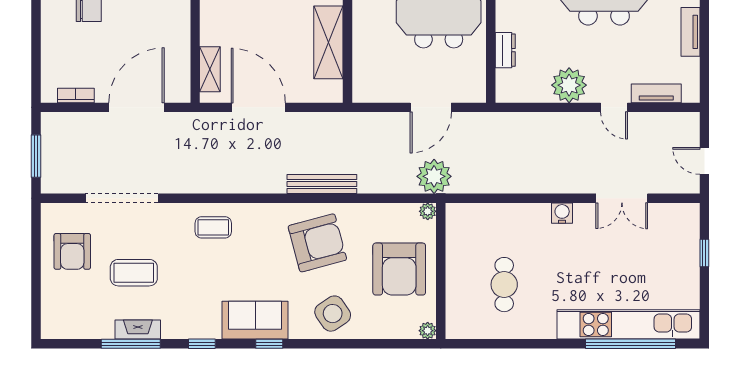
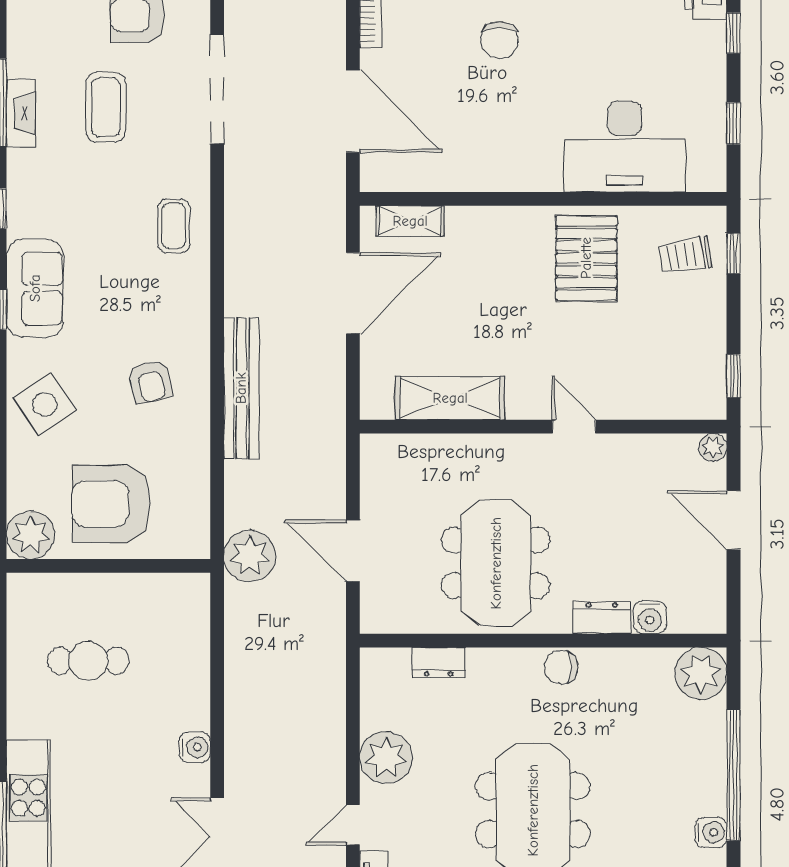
bench: (322, 184) -> (241, 388), width x1.37, depth x1.21
plant: (428, 211) -> (198, 546), removed
armchair: (317, 243) -> (150, 382), width x0.53, depth x0.53
plant: (428, 331) -> (31, 535), width x1.87, depth x1.87

